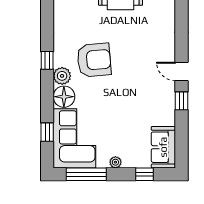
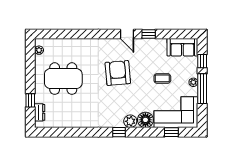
armchair: (94, 60) -> (118, 73), moved
door: (182, 71) -> (127, 34), hinge flipped
coffee table: (121, 120) -> (162, 78), added
window: (86, 174) -> (202, 89), moved

